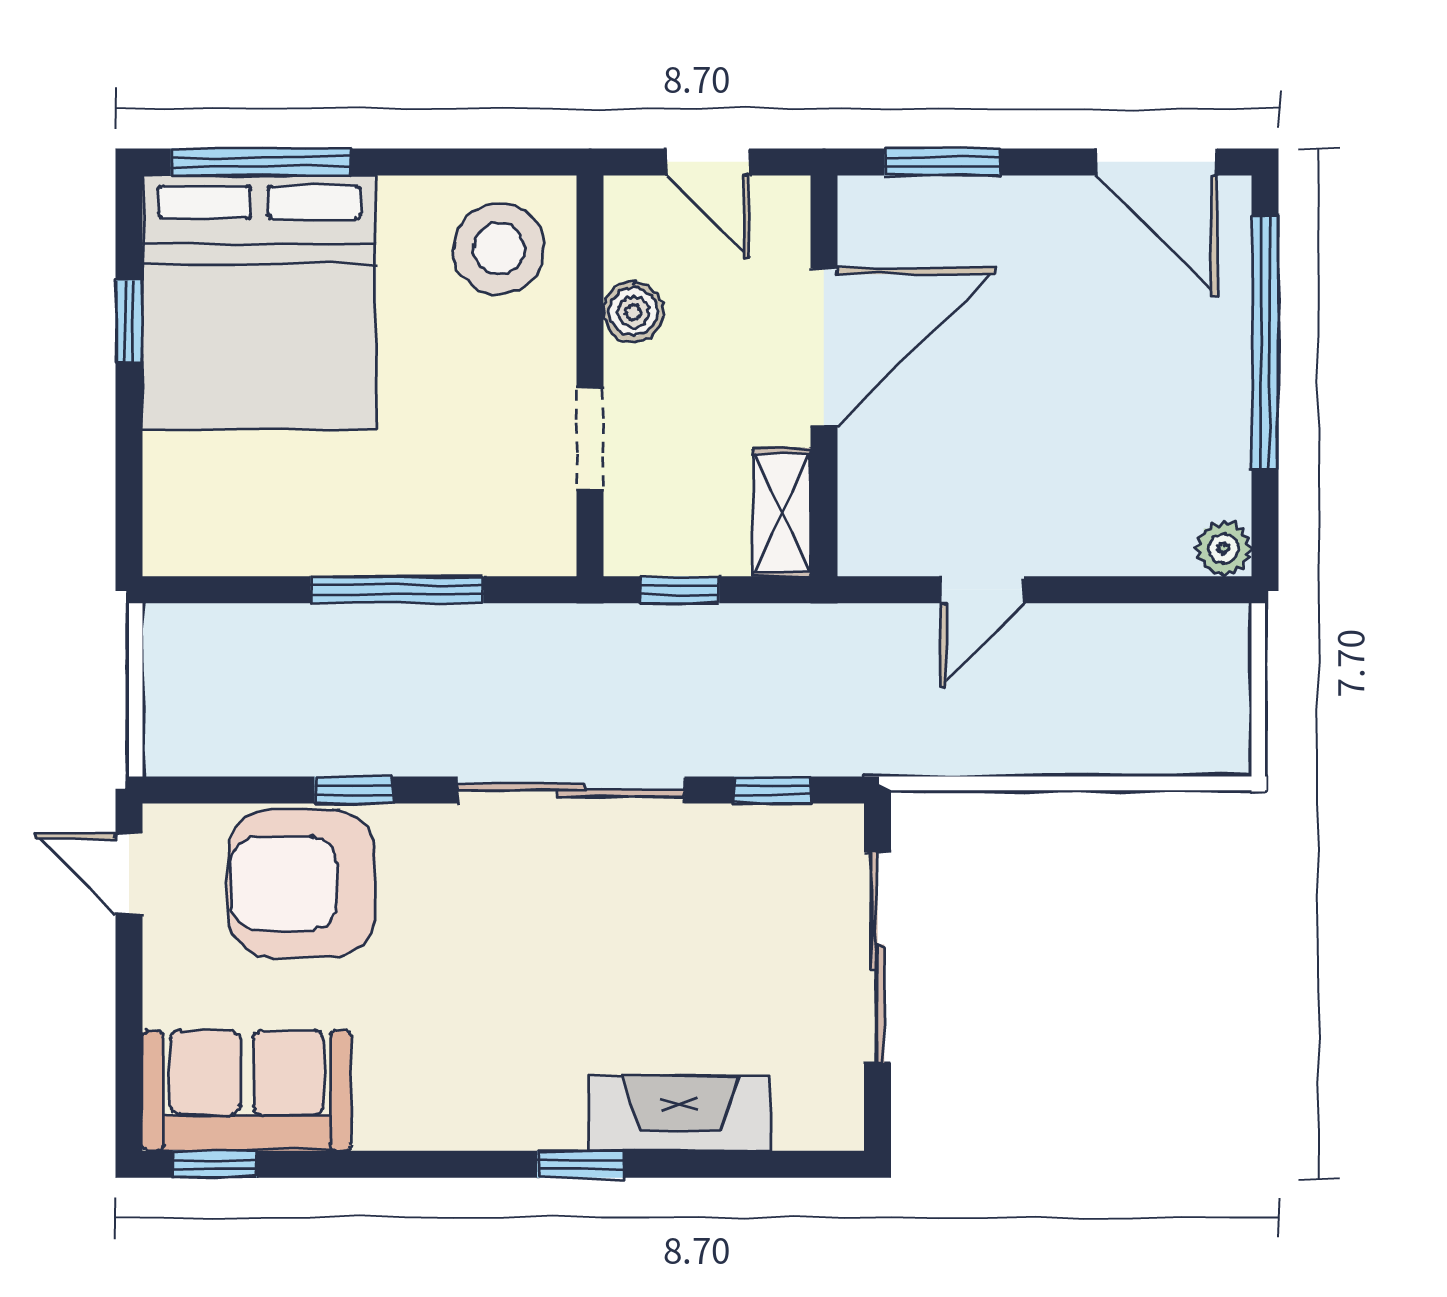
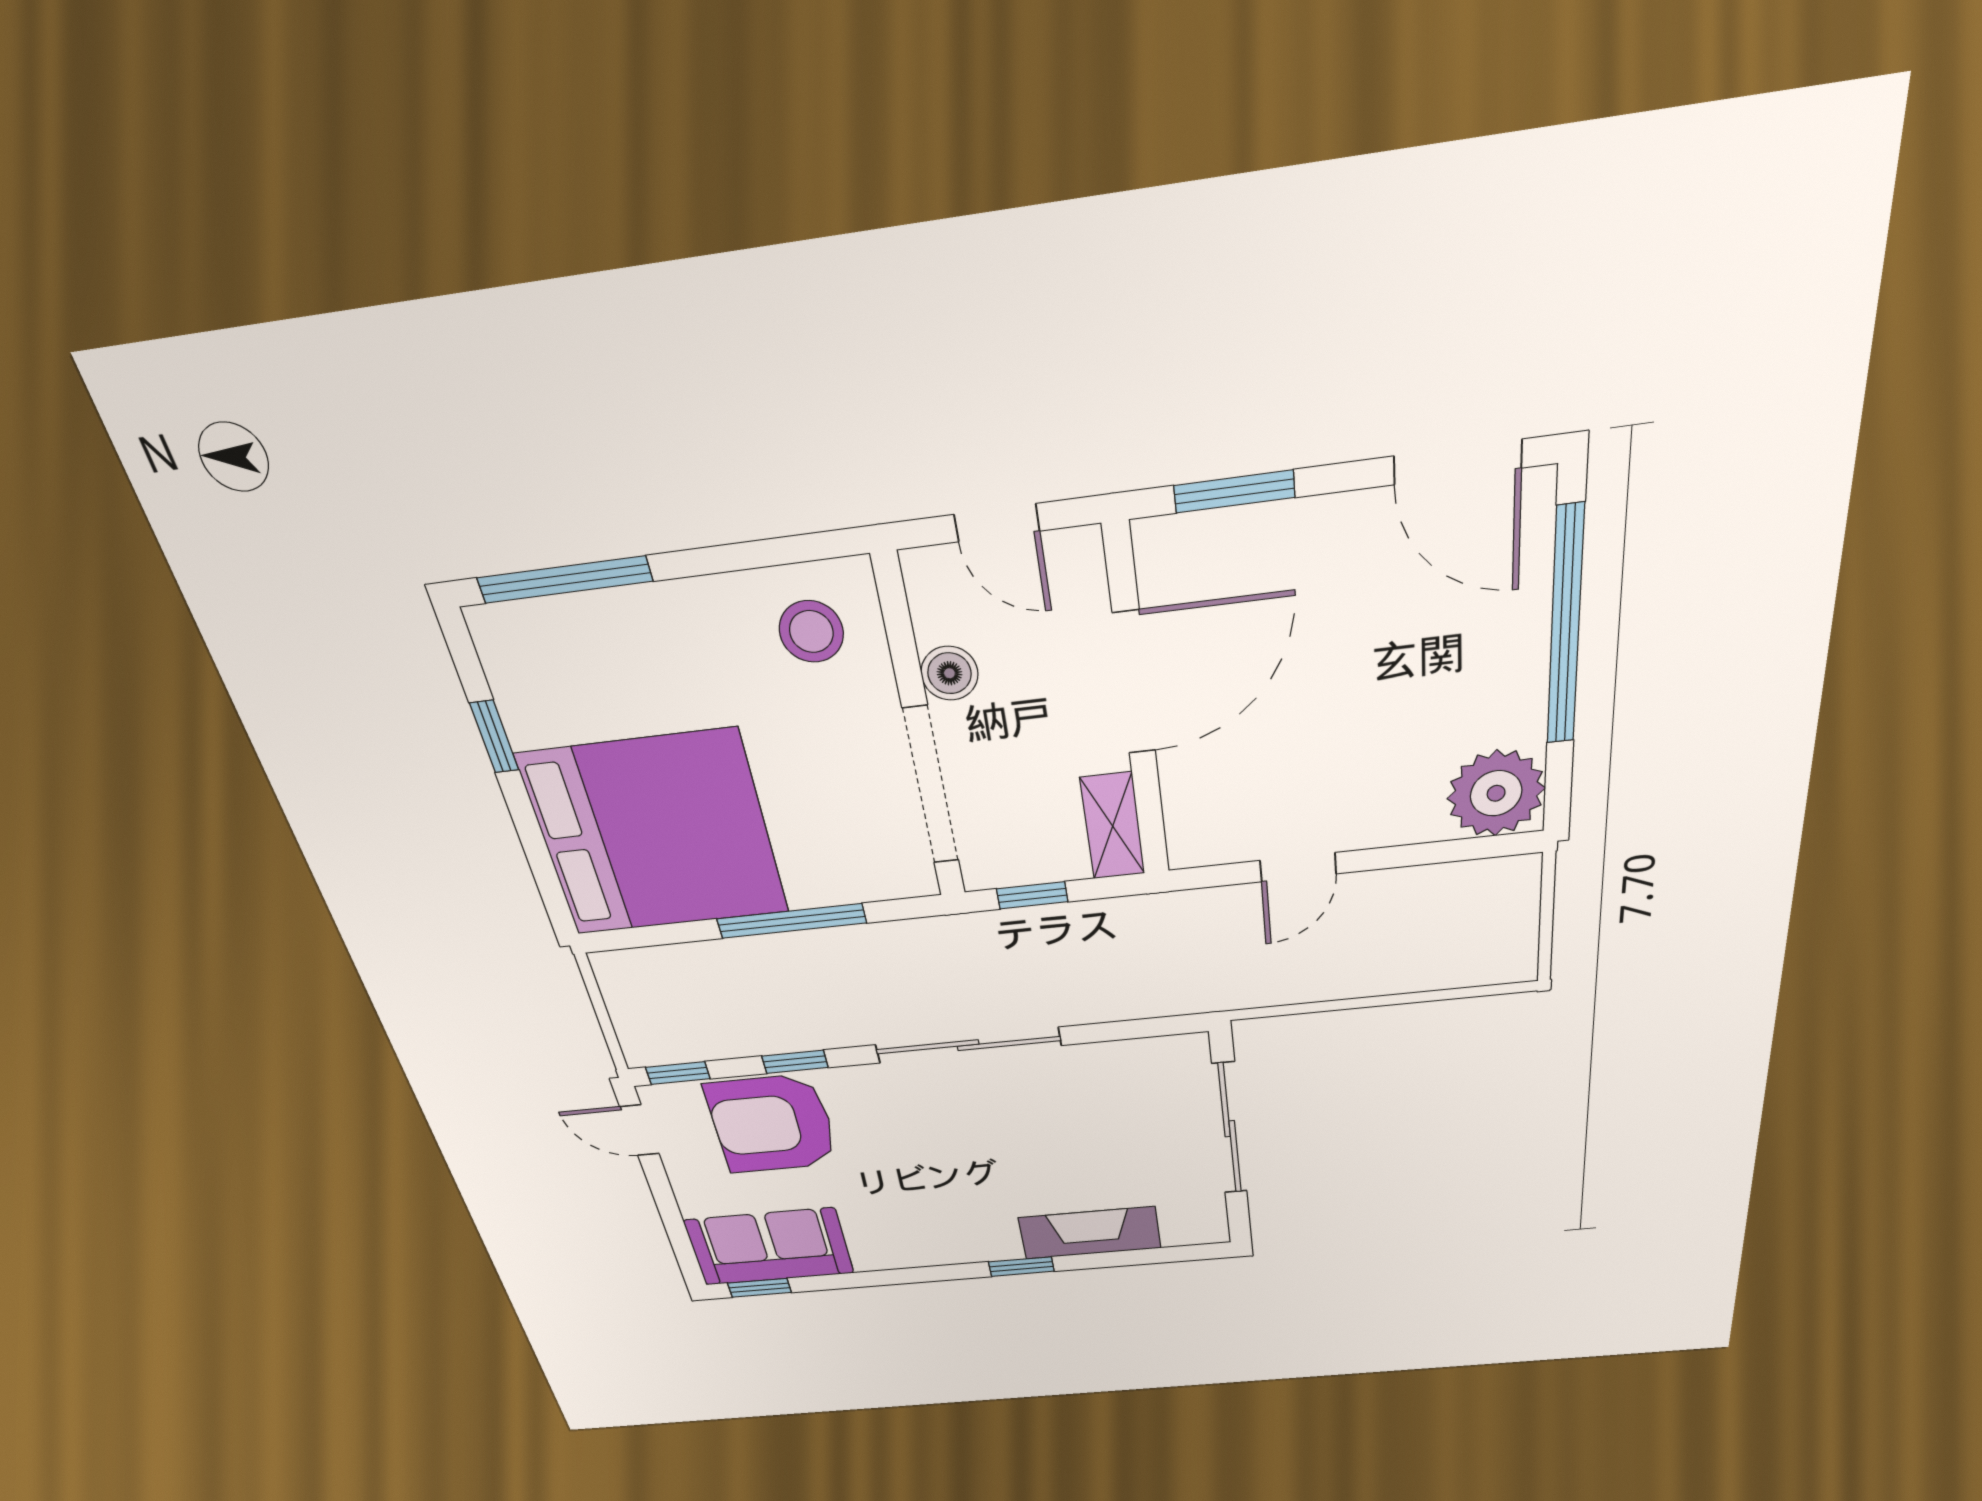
stool: (499, 249) -> (811, 632), width x0.73, depth x0.73
bed: (259, 302) -> (655, 834), moved, turned -90
doorway: (590, 439) -> (931, 786), width x1.87
plant: (1224, 548) -> (1496, 793), width x1.88, depth x1.88
window: (773, 790) -> (678, 1073), moved

